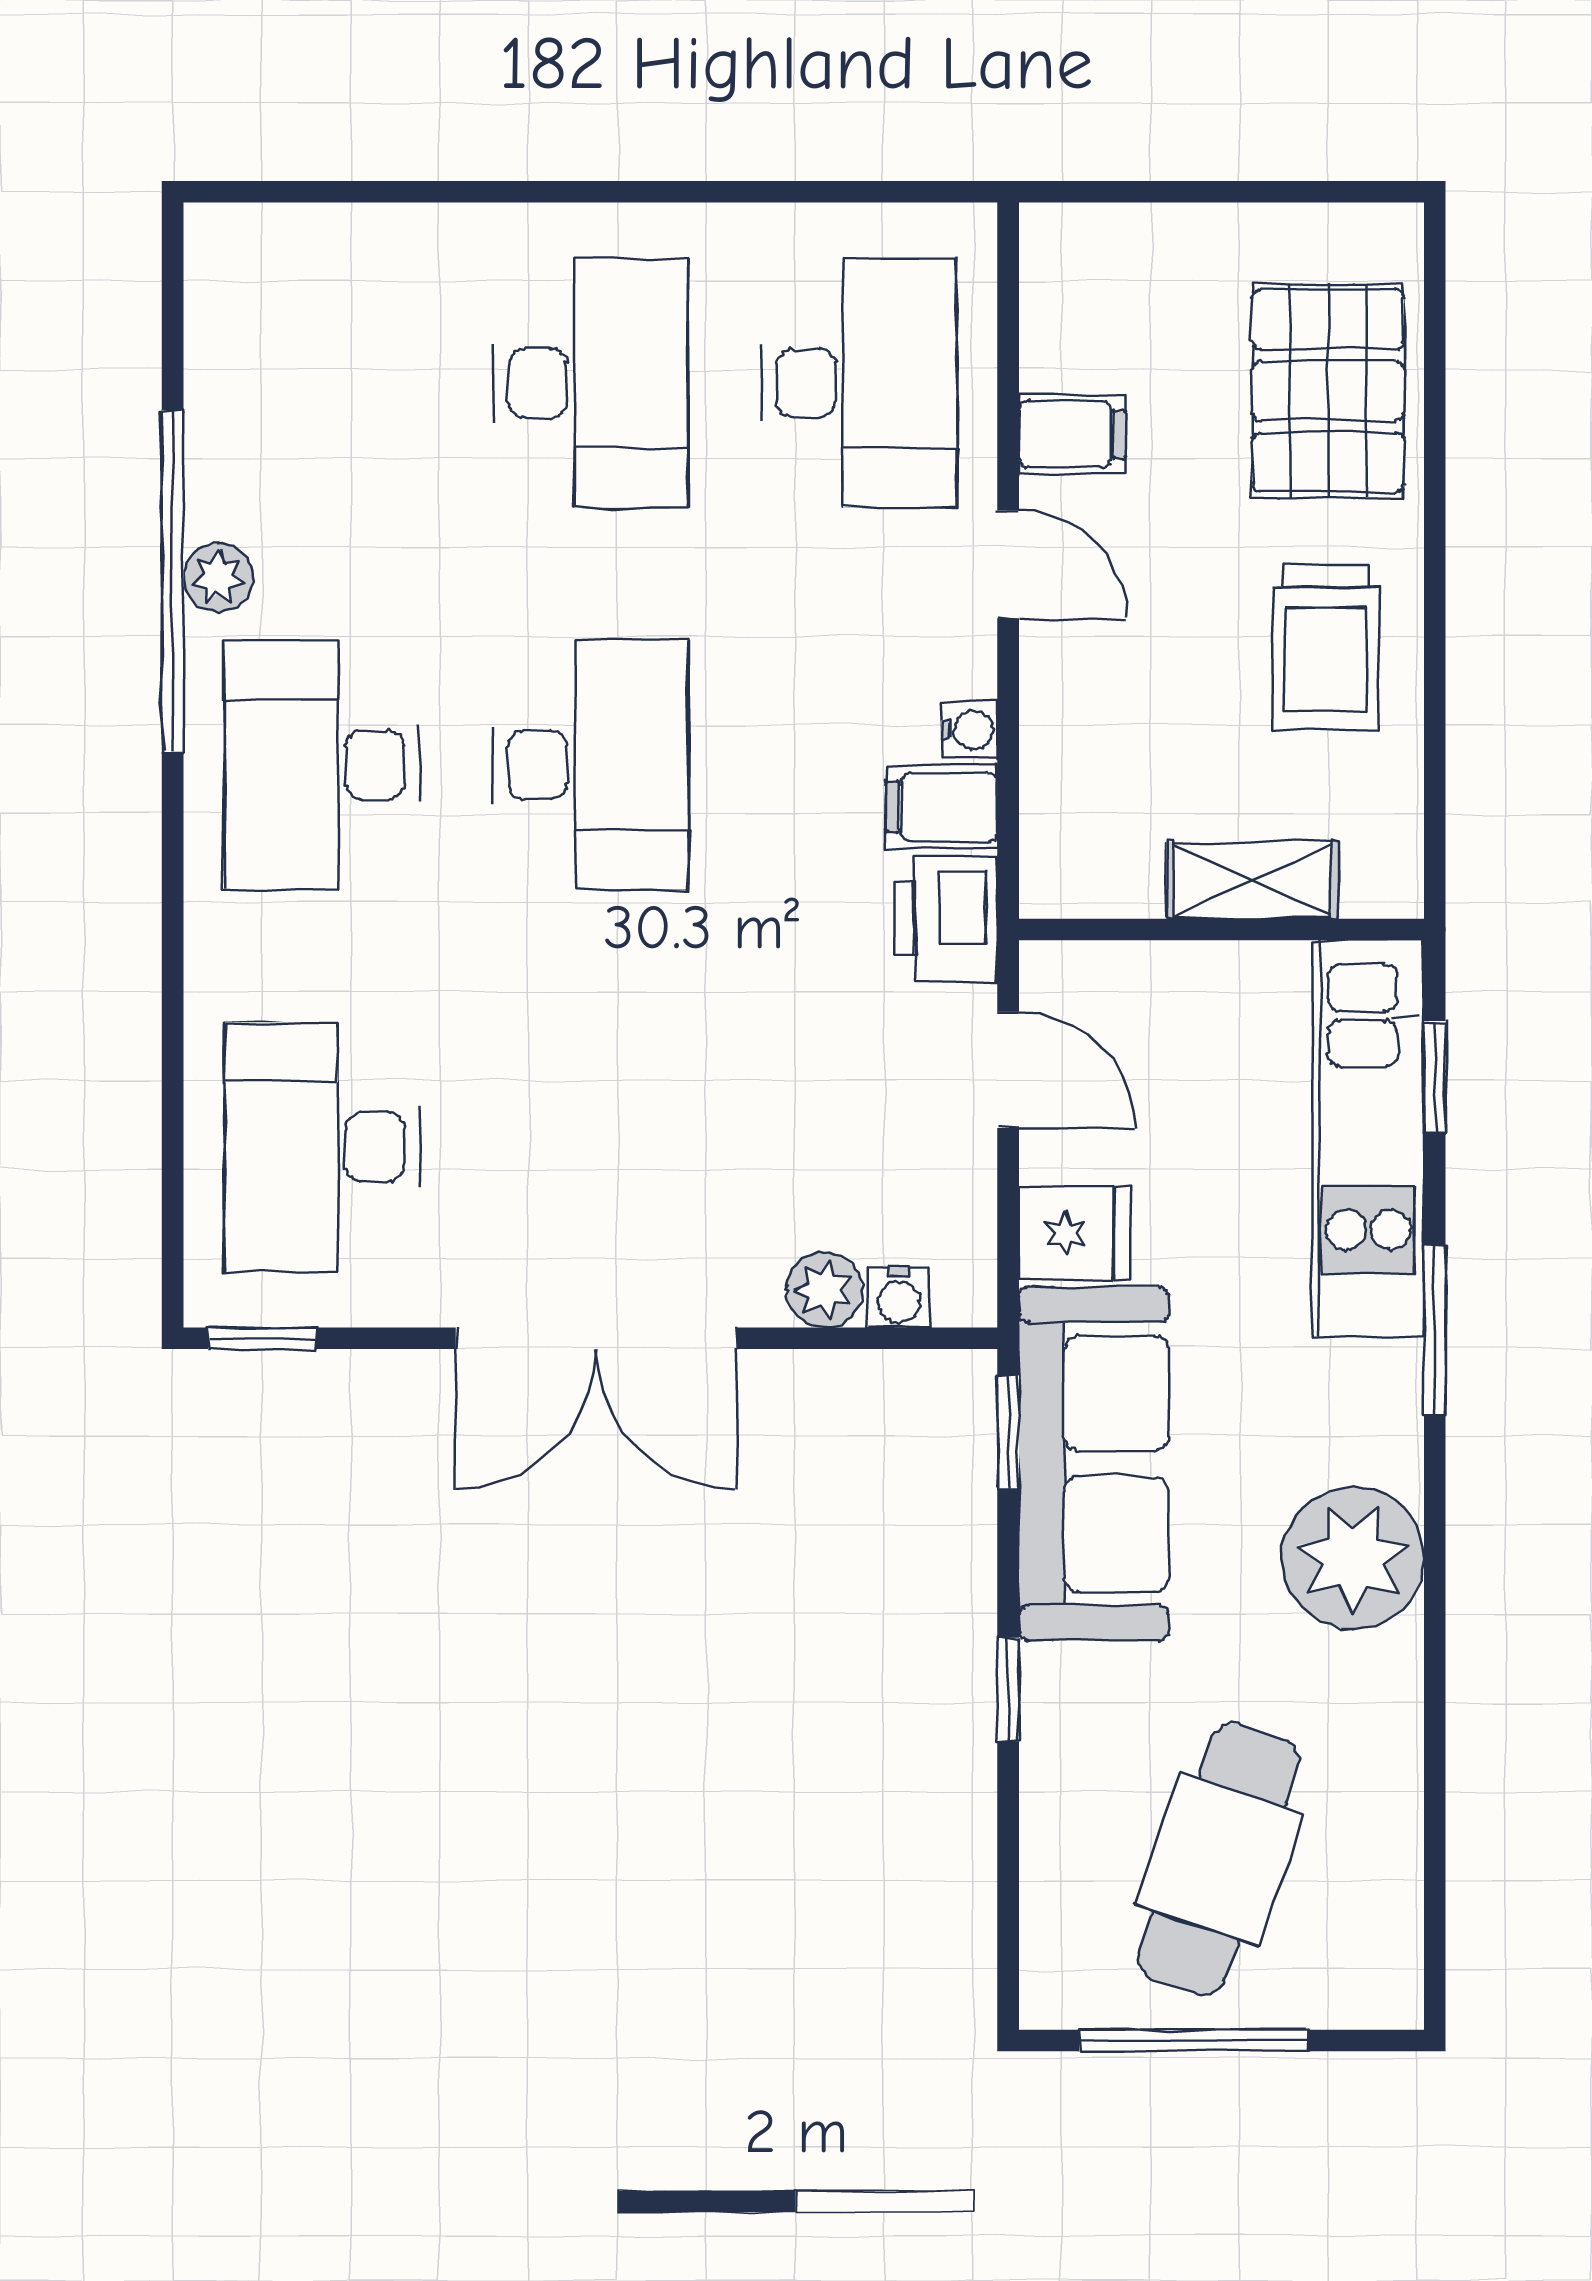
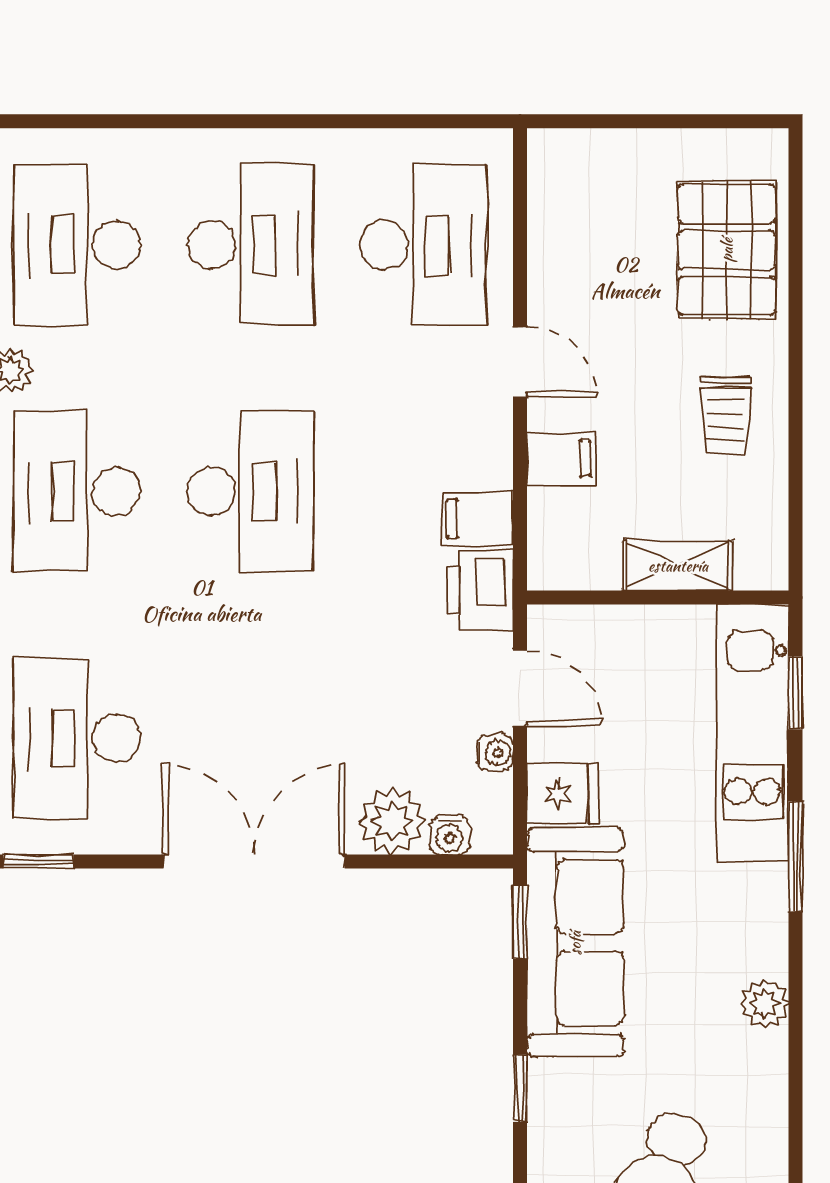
desk: (322, 383) -> (77, 245), added
filing cabinet: (1072, 434) -> (561, 459), moved
trolley: (1326, 647) -> (725, 415), width x0.73, depth x0.72
water cooler: (969, 730) -> (495, 752), moved
plant: (824, 1290) -> (392, 821), width x1.38, depth x1.38
double door: (596, 1338) -> (254, 862), swing flipped
plant: (1353, 1558) -> (764, 1003), width x0.53, depth x0.53

